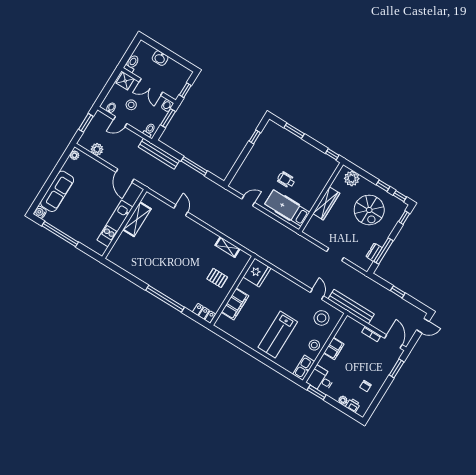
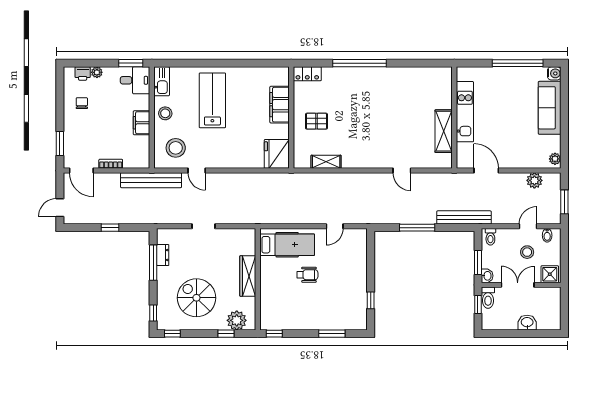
toilet: (132, 63) -> (488, 298), moved
window: (383, 186) -> (226, 334), moved

